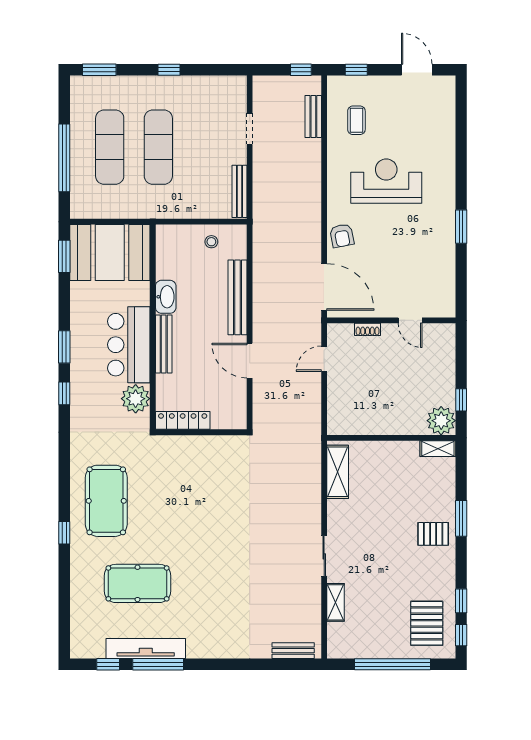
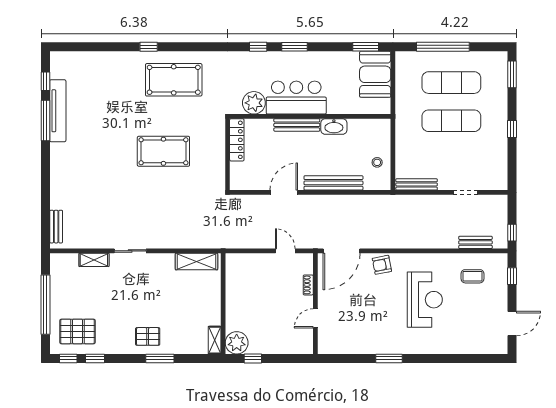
booth: (110, 252) -> (375, 74), width x0.73, depth x0.70
pallet: (433, 534) -> (148, 336), turned 90
pool table: (138, 583) -> (163, 151), moved, turned 90

